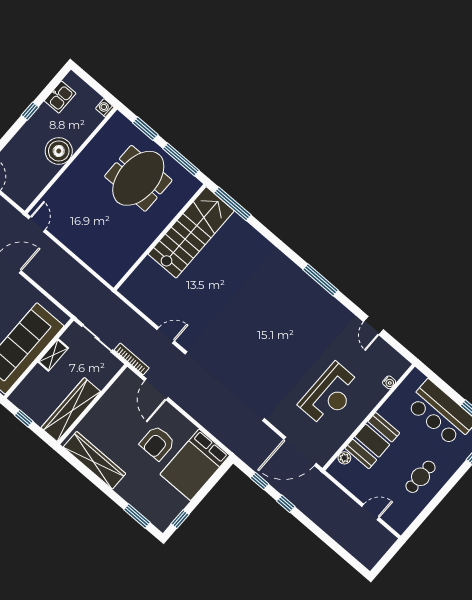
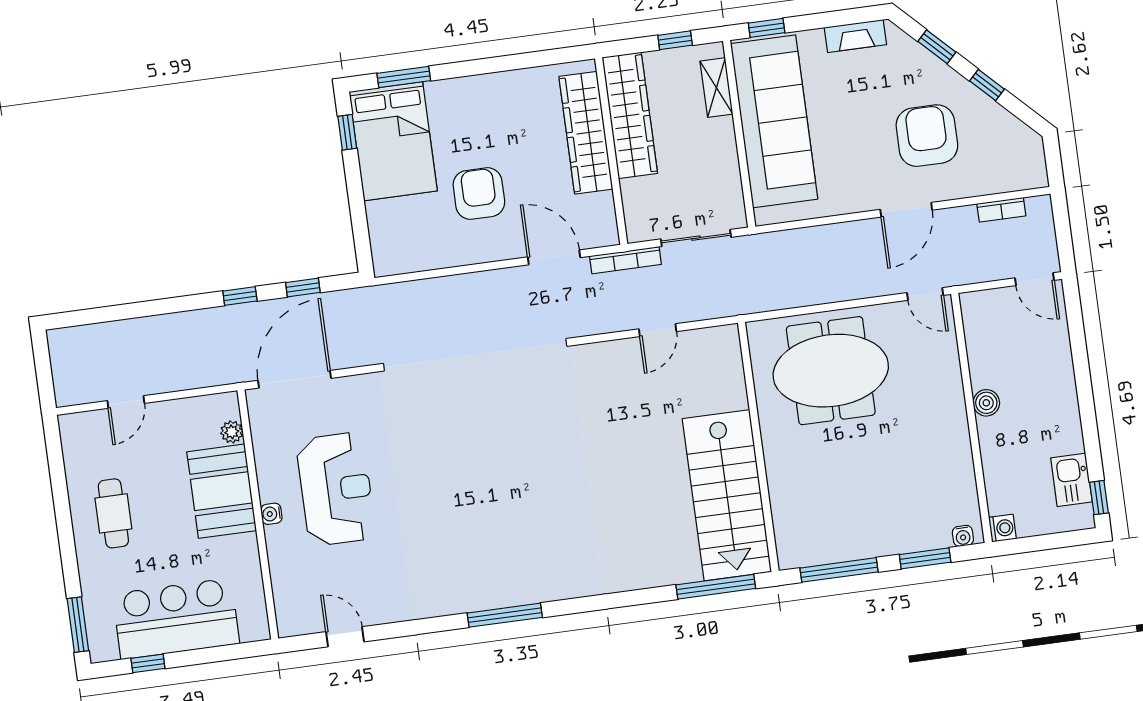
window: (30, 111) -> (1099, 498), moved
water cooler: (122, 121) -> (963, 536), added
boiler: (59, 151) -> (986, 403), width x0.54, depth x0.54
meeting table: (138, 178) -> (831, 371), moved, turned 90
door: (373, 326) -> (345, 637), moved
door: (166, 335) -> (658, 330), moved
shelving: (53, 355) -> (716, 88), moved
water cooler: (389, 382) -> (271, 514), moved
reception desk: (330, 395) -> (336, 489), turned 180
wardrobe: (94, 460) -> (586, 133), moved, turned 90
bed: (195, 465) -> (393, 141), moved, turned 180

